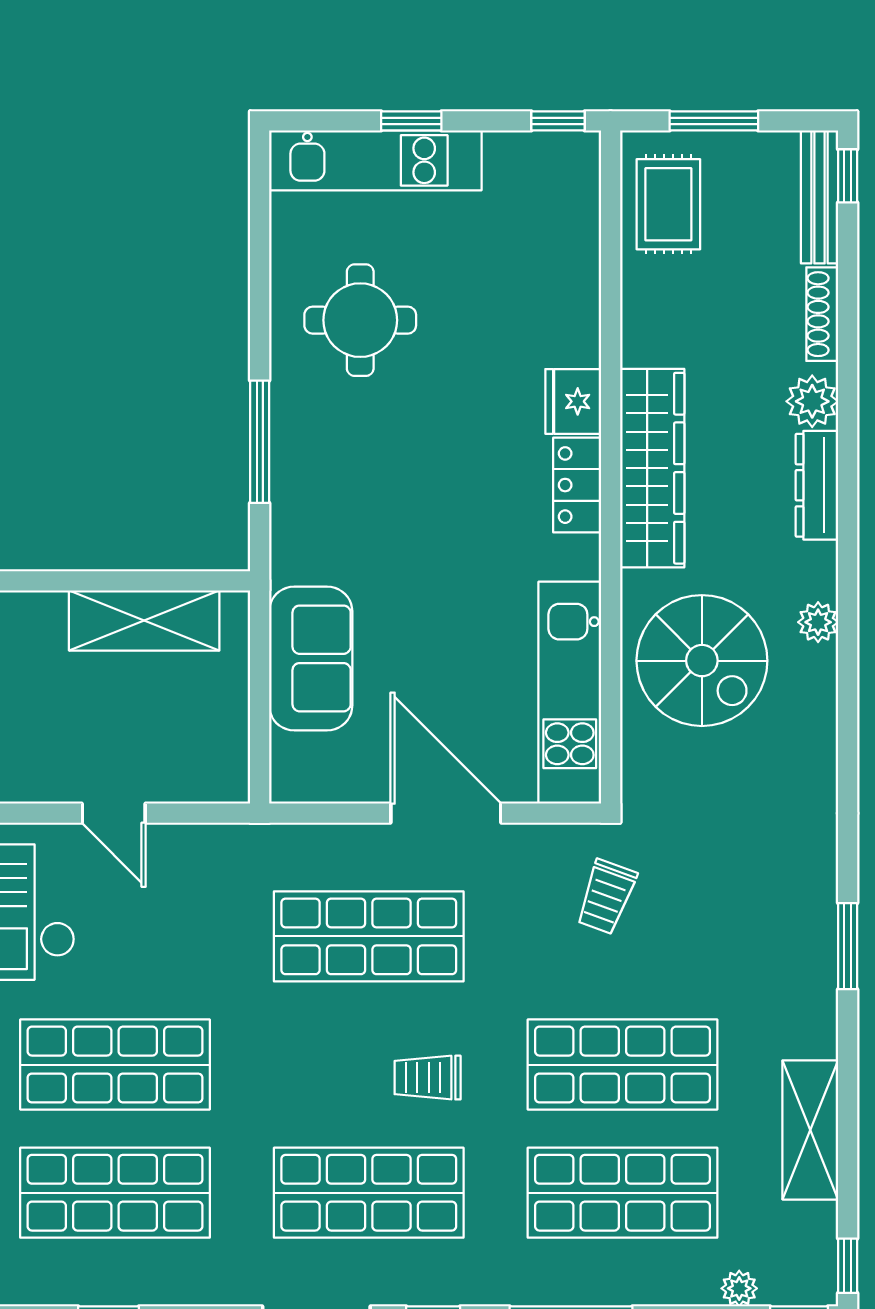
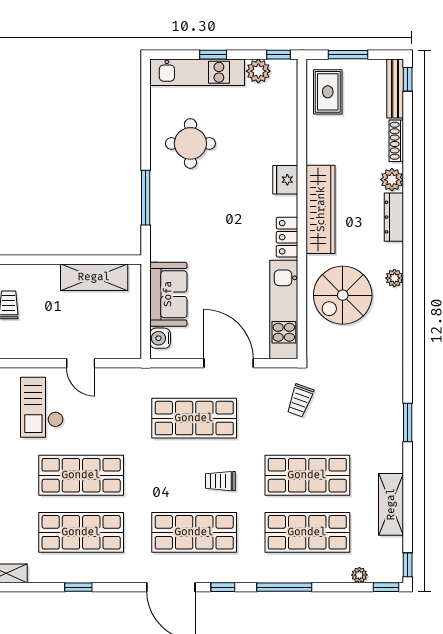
plant: (513, 158) -> (258, 71), added
locker: (577, 485) -> (287, 237), moved
spiral stairs: (702, 661) -> (343, 295), turned 90
water cooler: (292, 757) -> (160, 338), added

